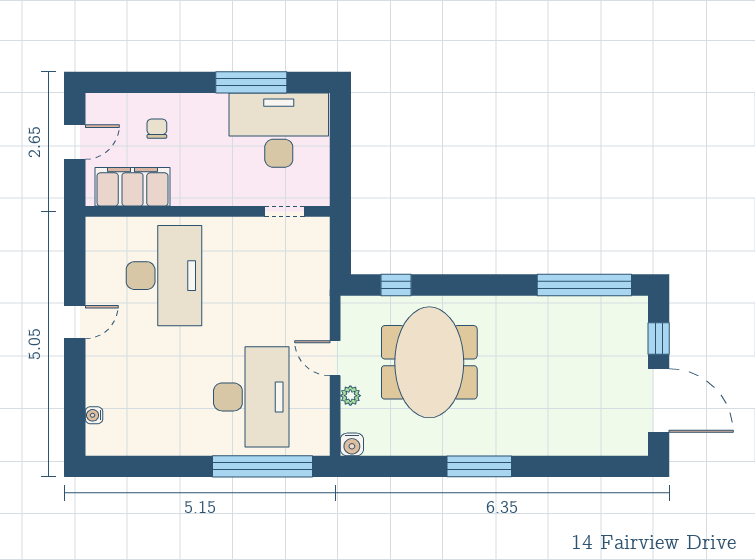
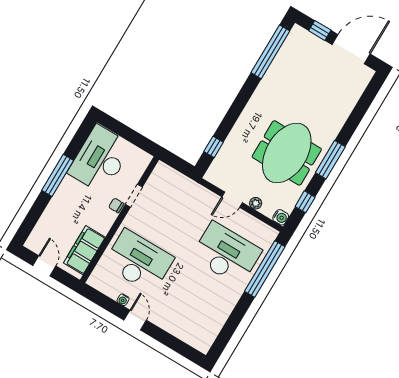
window: (251, 82) -> (58, 175), moved
chair: (157, 129) -> (116, 205), moved
doorway: (284, 211) -> (134, 196), moved
meeting table: (429, 362) -> (287, 153), moved, turned 90
water cooler: (94, 415) -> (123, 300), moved
window: (396, 466) -> (305, 202), added

